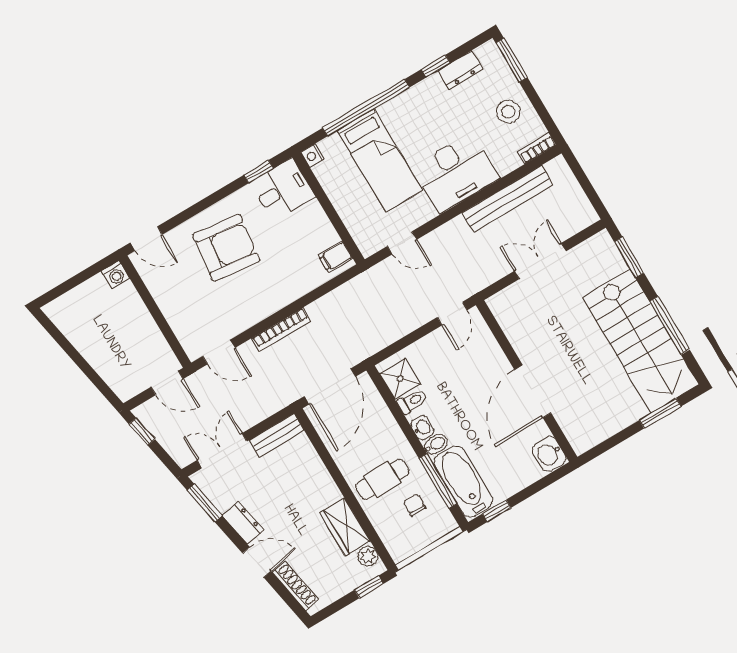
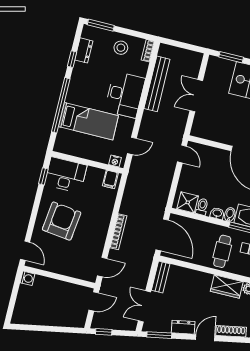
nightstand: (313, 156) -> (115, 161), moved
desk: (283, 190) -> (66, 175), width x1.37
door: (146, 239) -> (25, 251), hinge flipped

